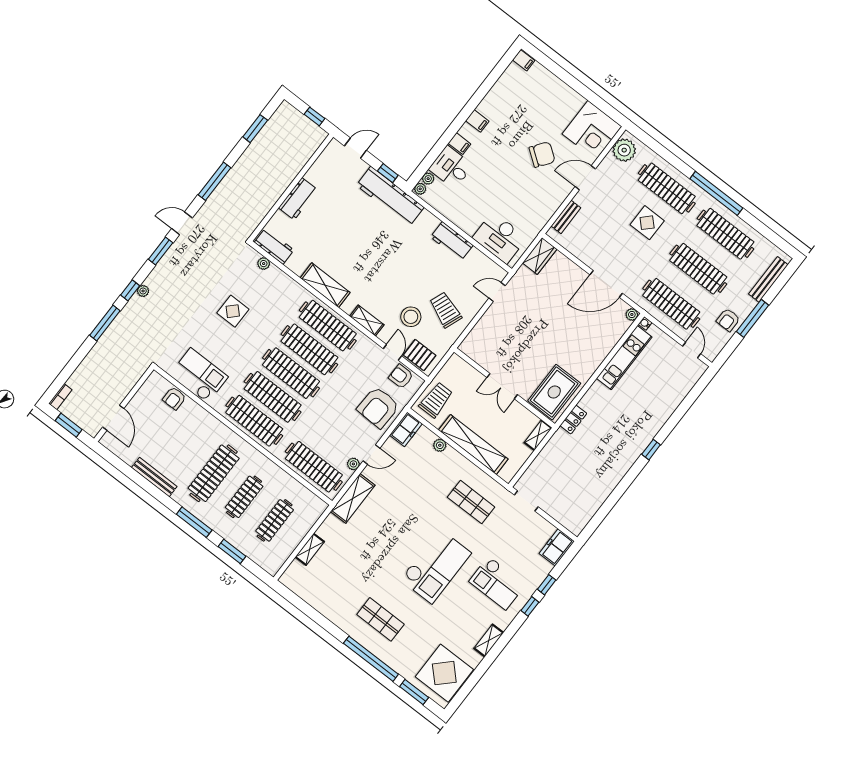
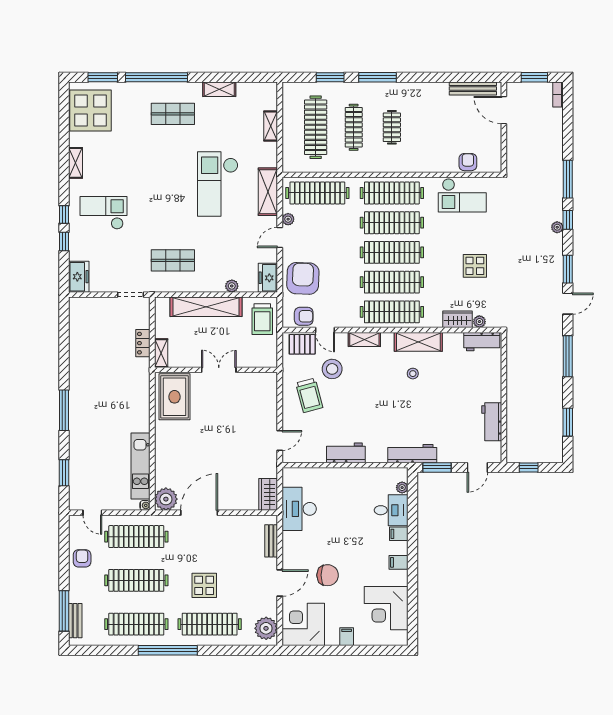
filing cabinet: (524, 60) -> (347, 637), moved, turned 90
corner desk: (516, 92) -> (386, 608), added
chair: (542, 155) -> (328, 575), turned -126
window: (388, 173) -> (437, 467), width x1.50
plant: (420, 189) -> (402, 475), removed
workbench: (390, 196) -> (412, 454), width x0.73, depth x0.76
workbench: (298, 199) -> (492, 422), moved
desk: (500, 238) -> (299, 509), moved, turned -90
stool: (349, 263) -> (413, 374), added
wardrobe: (280, 279) -> (458, 319), added
bench: (768, 279) -> (75, 621), width x0.73
trolley: (445, 310) -> (309, 395), turned 54
plant: (632, 314) -> (166, 499), width x1.88, depth x1.88
window: (753, 318) -> (64, 611), moved
window: (690, 400) -> (64, 473), added
locker: (573, 419) -> (143, 343), moved
window: (651, 450) -> (64, 410), width x2.17
clothes rail: (214, 473) -> (392, 127), width x0.54, depth x0.76
bench: (154, 477) -> (473, 89), moved
clothes rail: (275, 520) -> (316, 127), width x1.37, depth x1.31
checkout: (436, 566) -> (218, 184), moved
shelving: (328, 610) -> (219, 89), added

